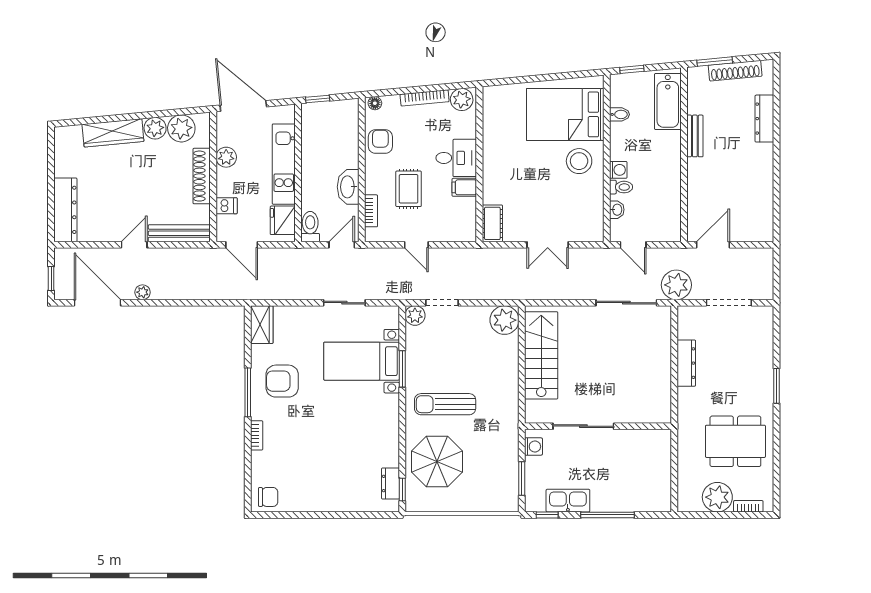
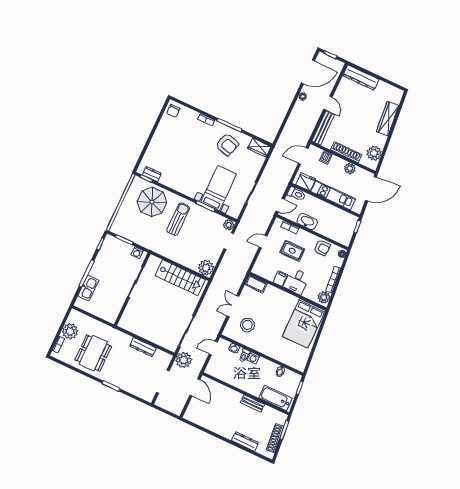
bed: (565, 114) -> (304, 323), moved, turned 180
plant: (155, 128) -> (380, 140), removed
stool: (579, 161) -> (247, 325), moved
door: (342, 245) -> (280, 205), hinge flipped
armchair: (282, 381) -> (227, 145), turned 106
kitchen sink: (568, 501) -> (88, 288), moved

